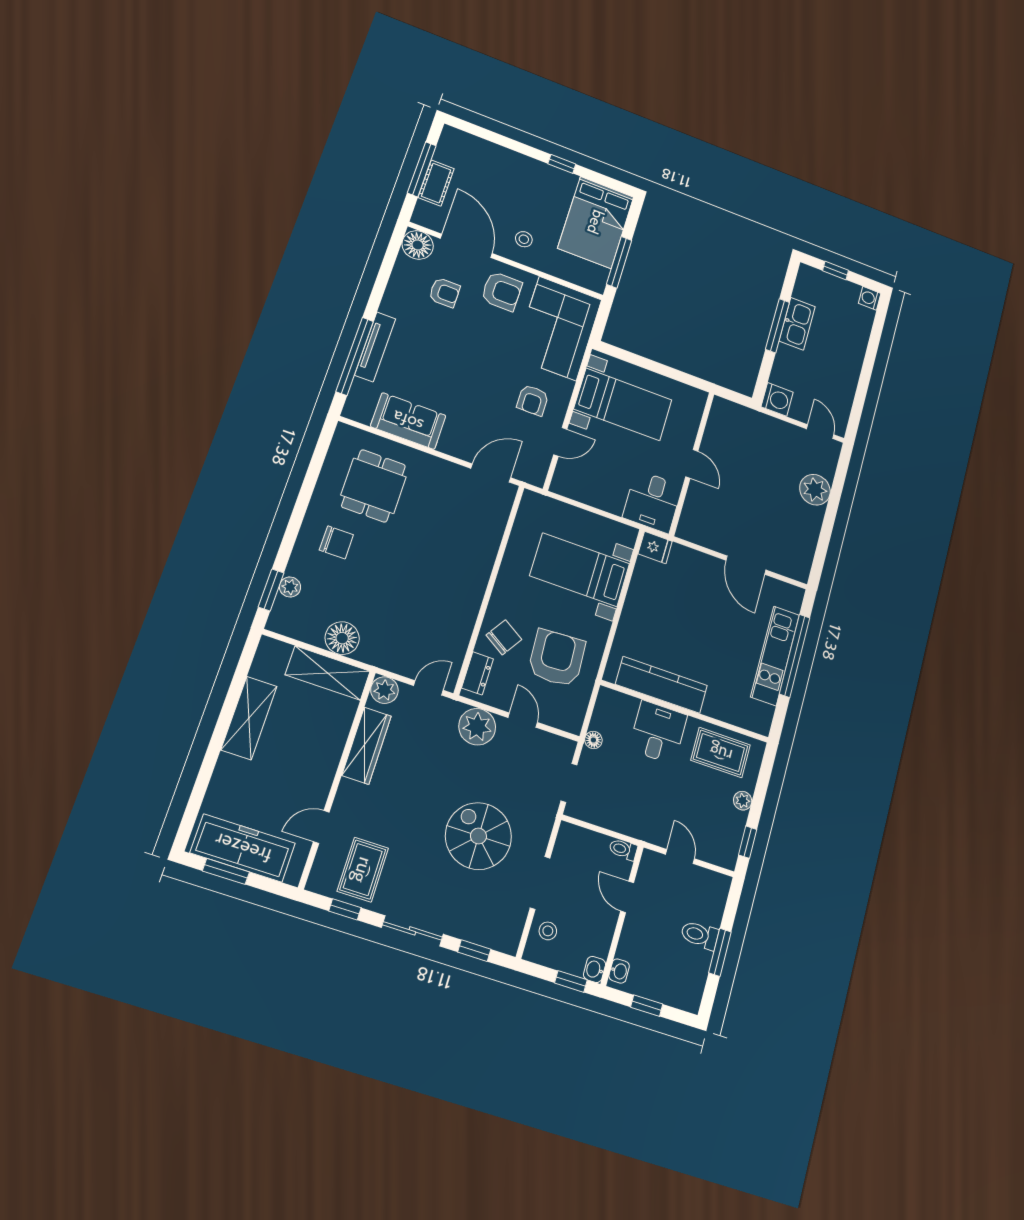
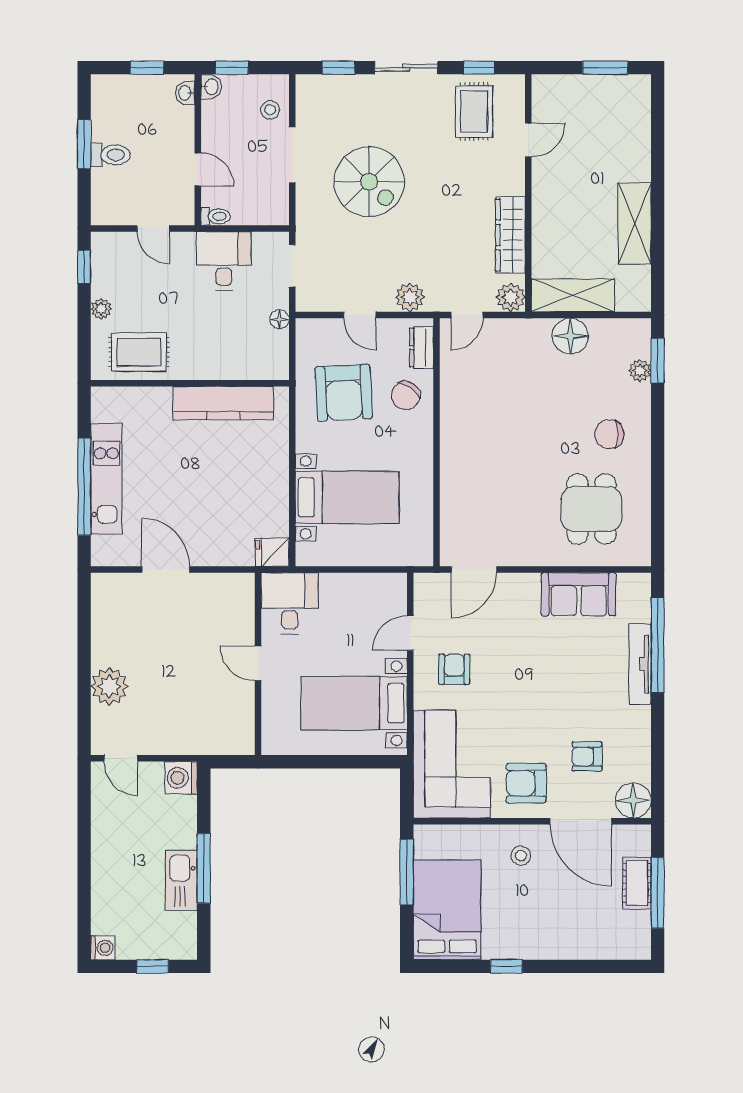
plant: (477, 727) -> (410, 297), width x0.73, depth x0.73
desk: (658, 732) -> (224, 261), moved, turned 180
freezer: (243, 848) -> (597, 95), removed

